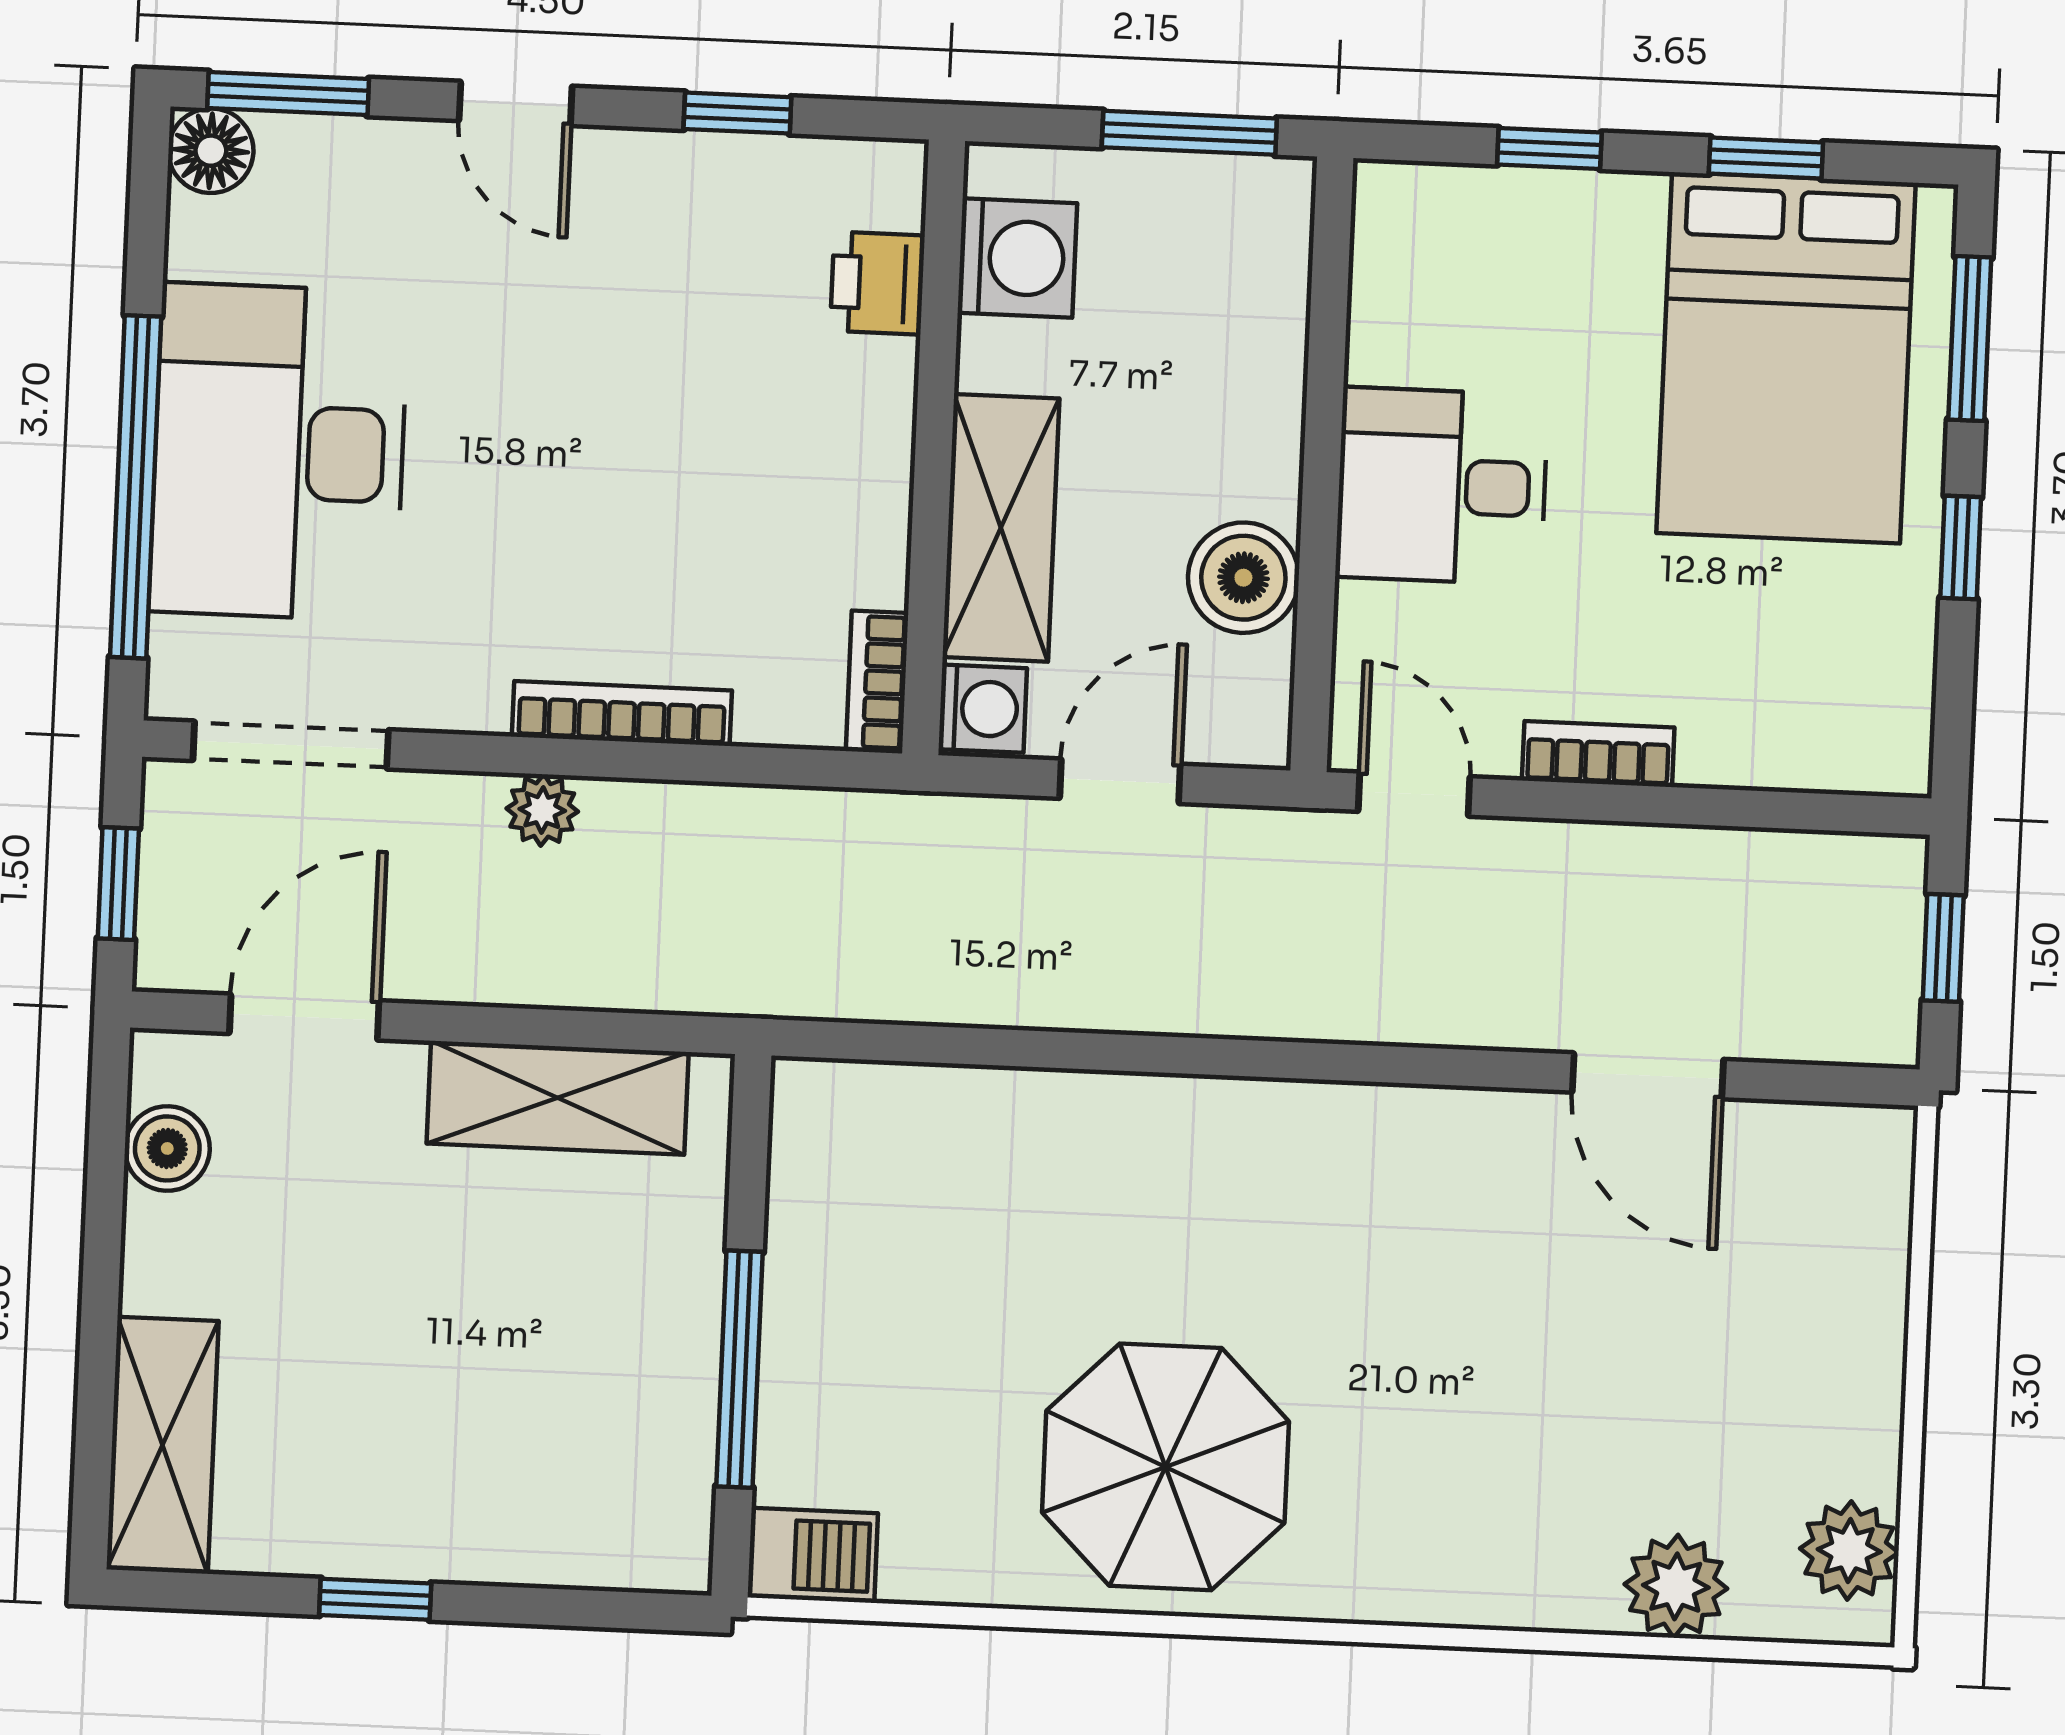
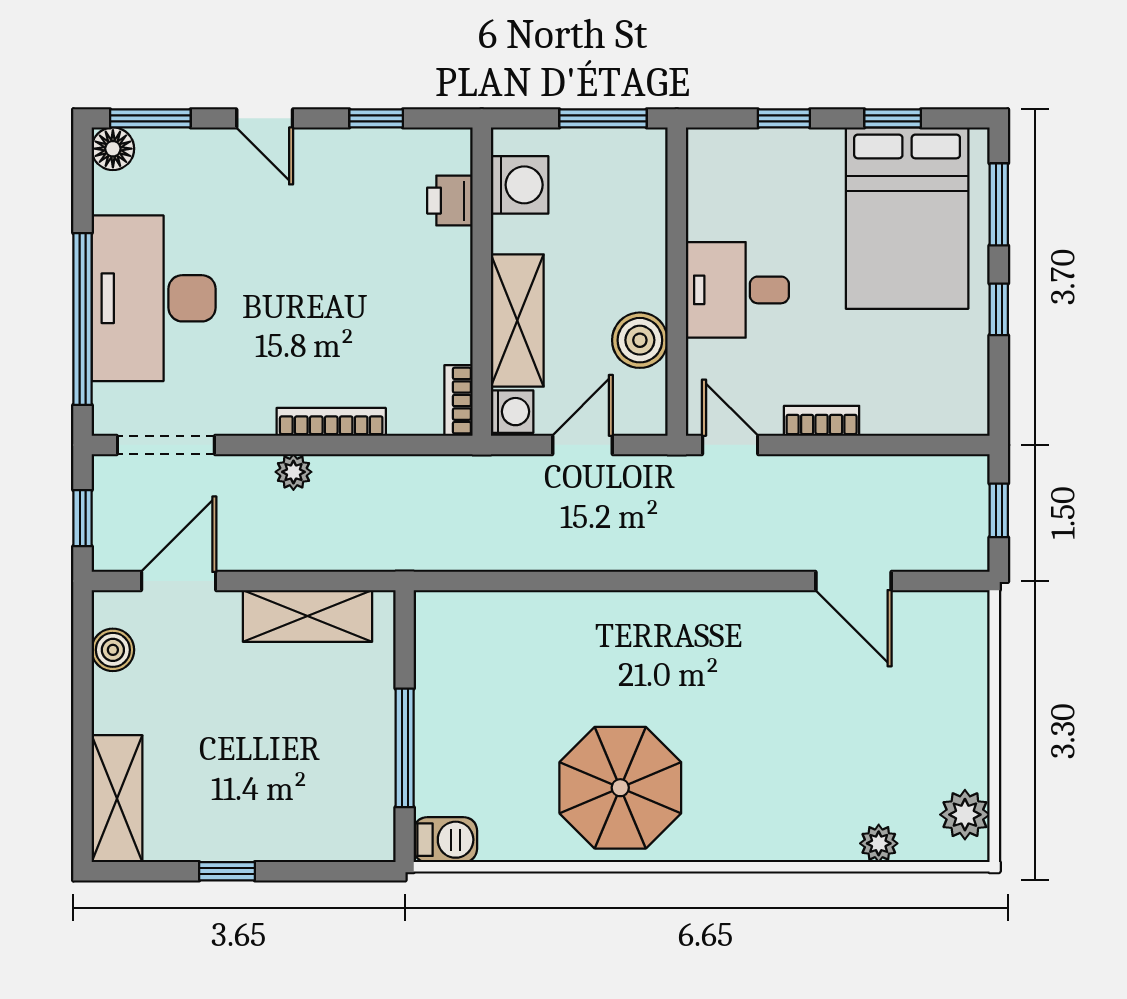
plant: (1676, 1586) -> (879, 843), width x0.73, depth x0.73

